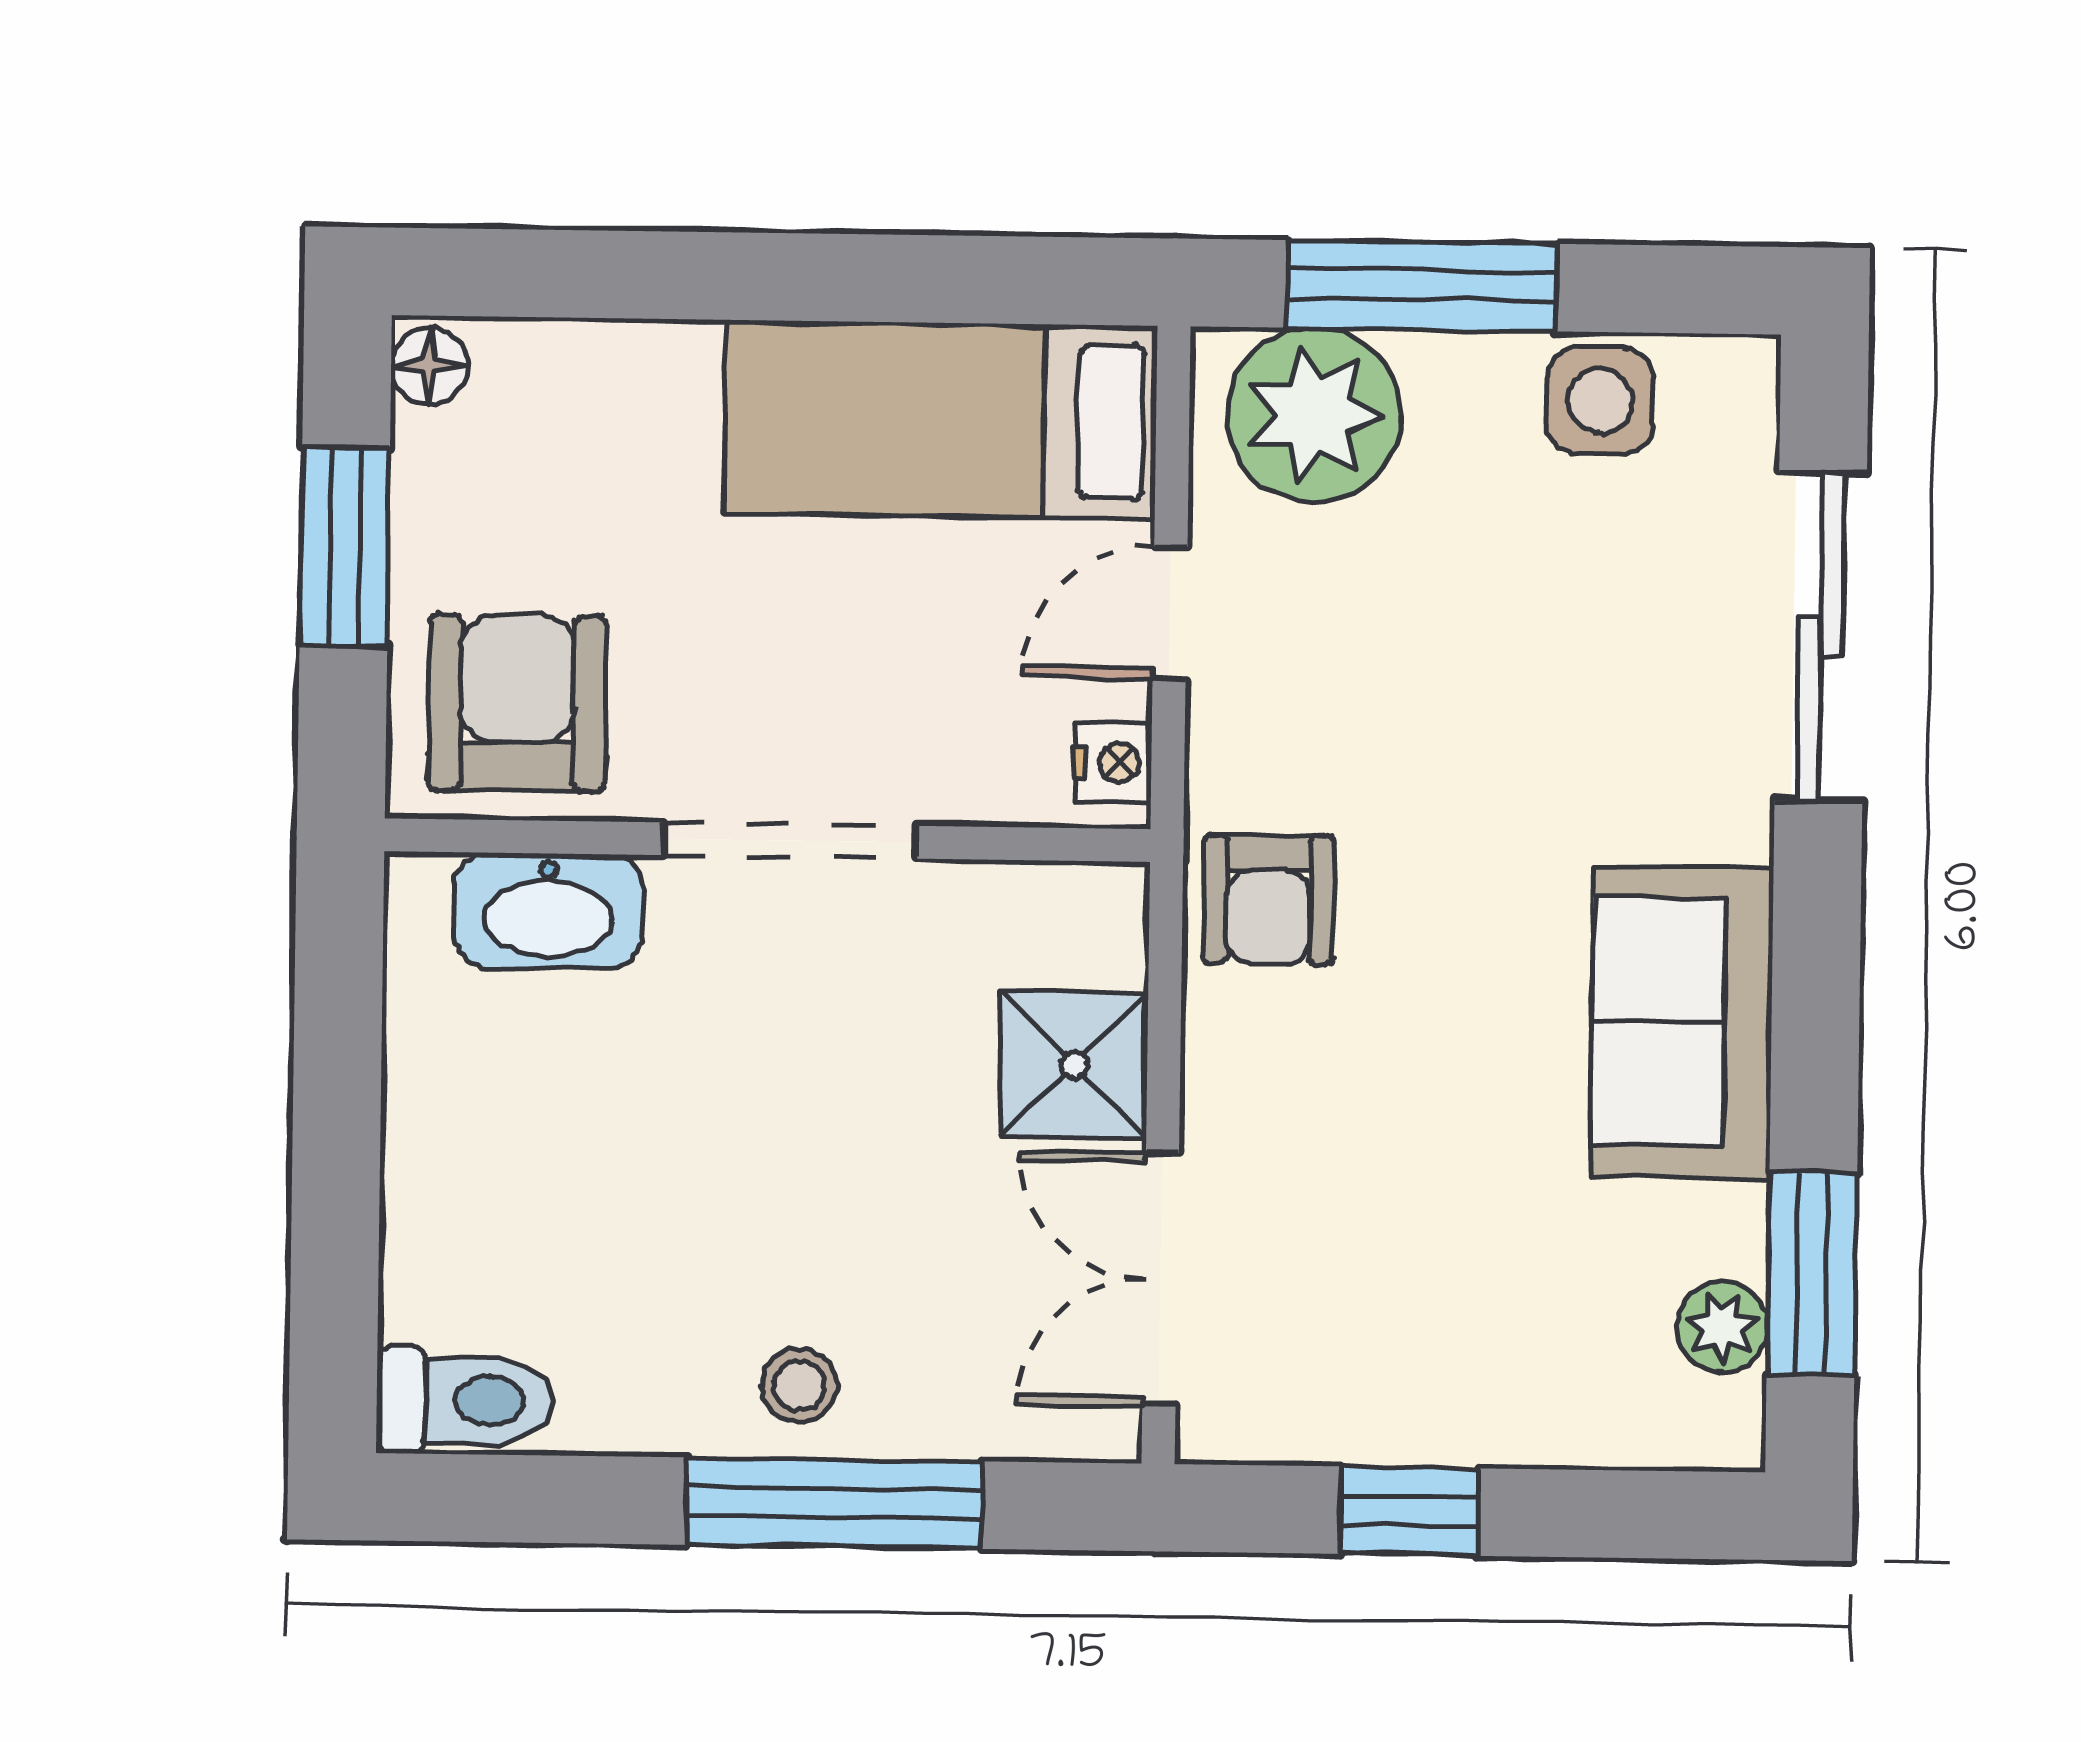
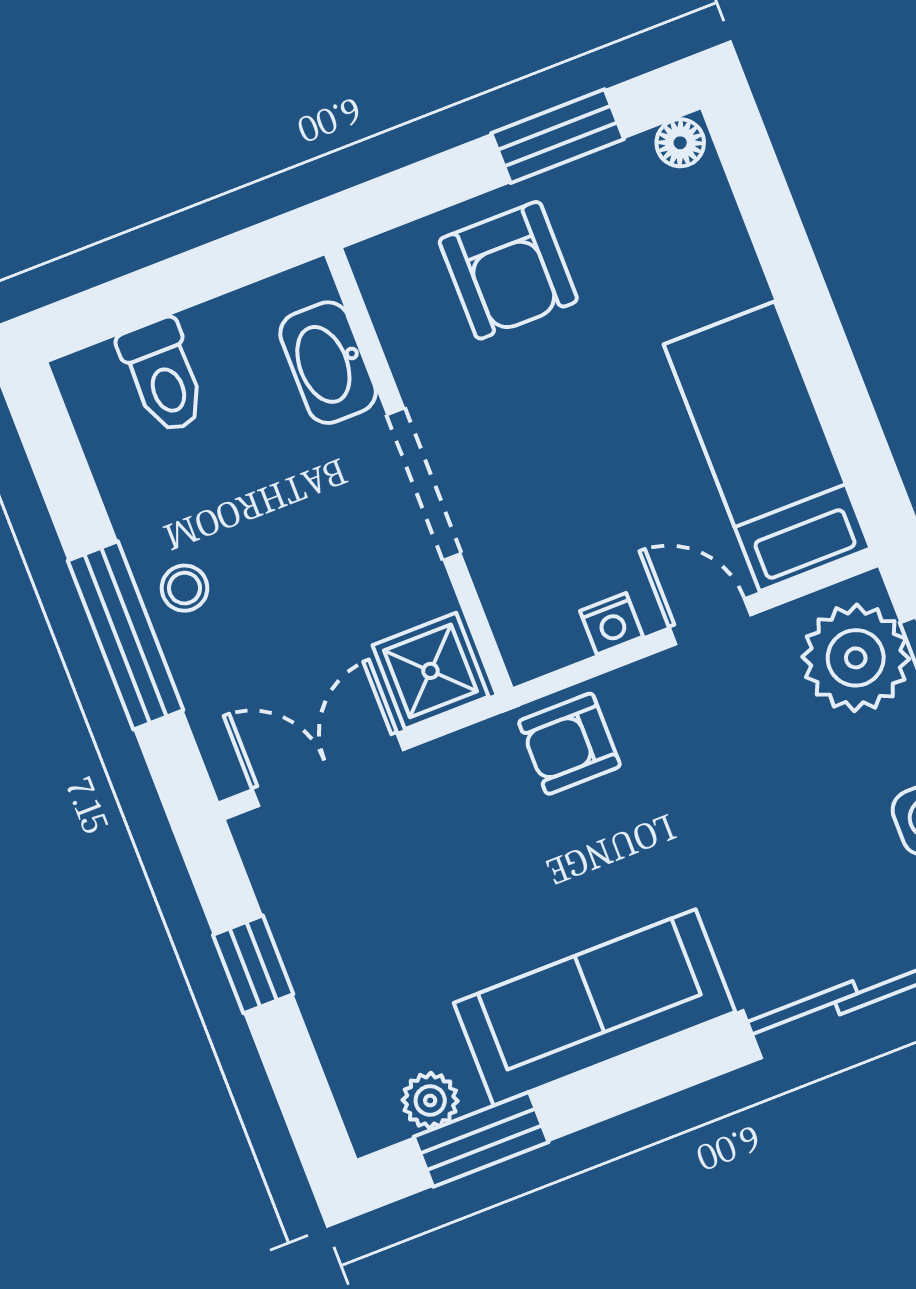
armchair: (517, 703) -> (508, 270), turned 90
wall: (767, 840) -> (419, 471), moved
doorway: (790, 840) -> (424, 484), moved
washbasin: (548, 911) -> (328, 363), moved
sofa: (1682, 1022) -> (595, 1007), width x1.36
toilet: (464, 1401) -> (163, 376), moved

